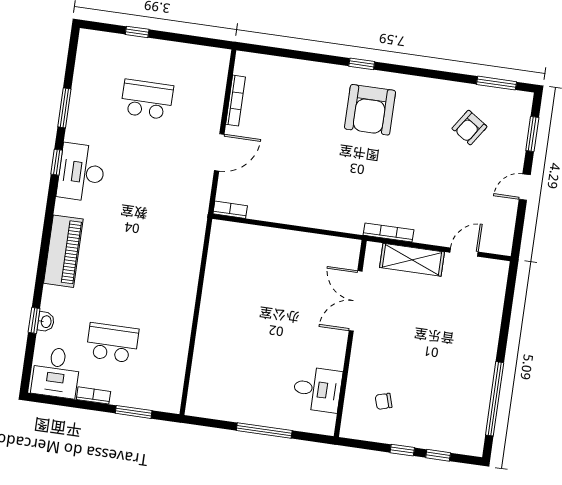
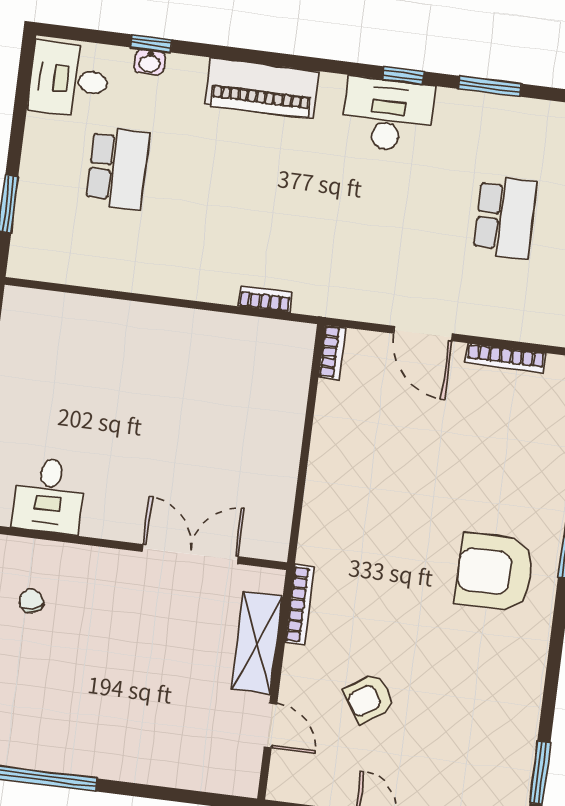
armchair: (469, 128) -> (369, 698), moved, turned -67
bookcase: (93, 395) -> (265, 299), moved, turned -90

